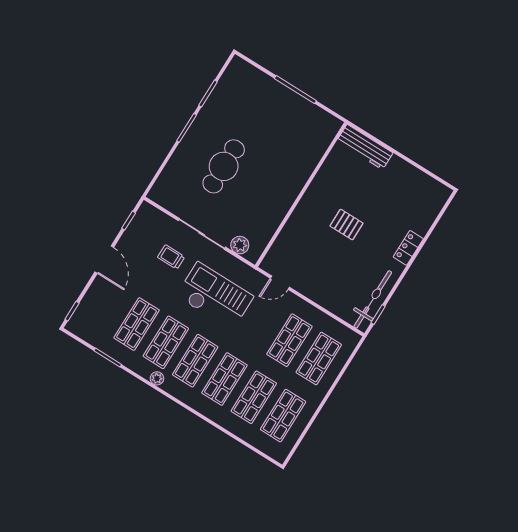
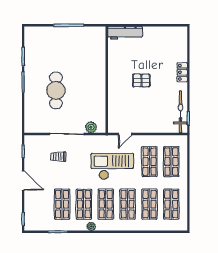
checkout: (215, 296) -> (112, 166), moved

